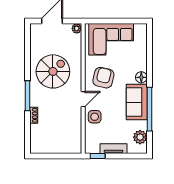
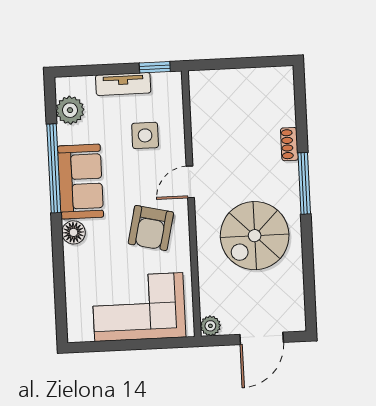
side table: (95, 117) -> (145, 135), moved

